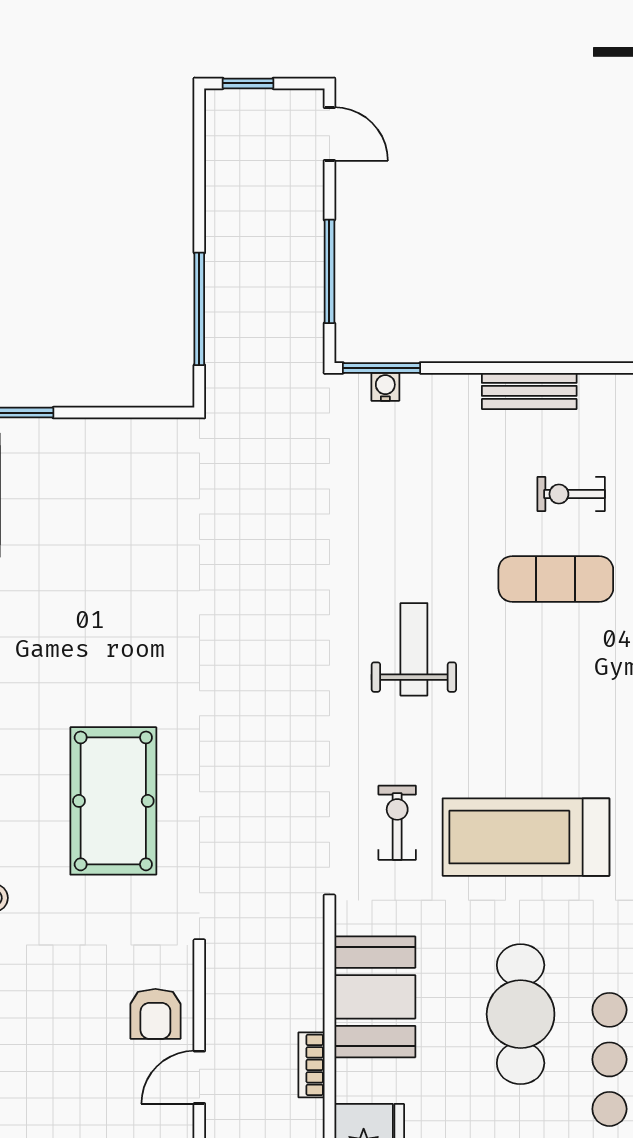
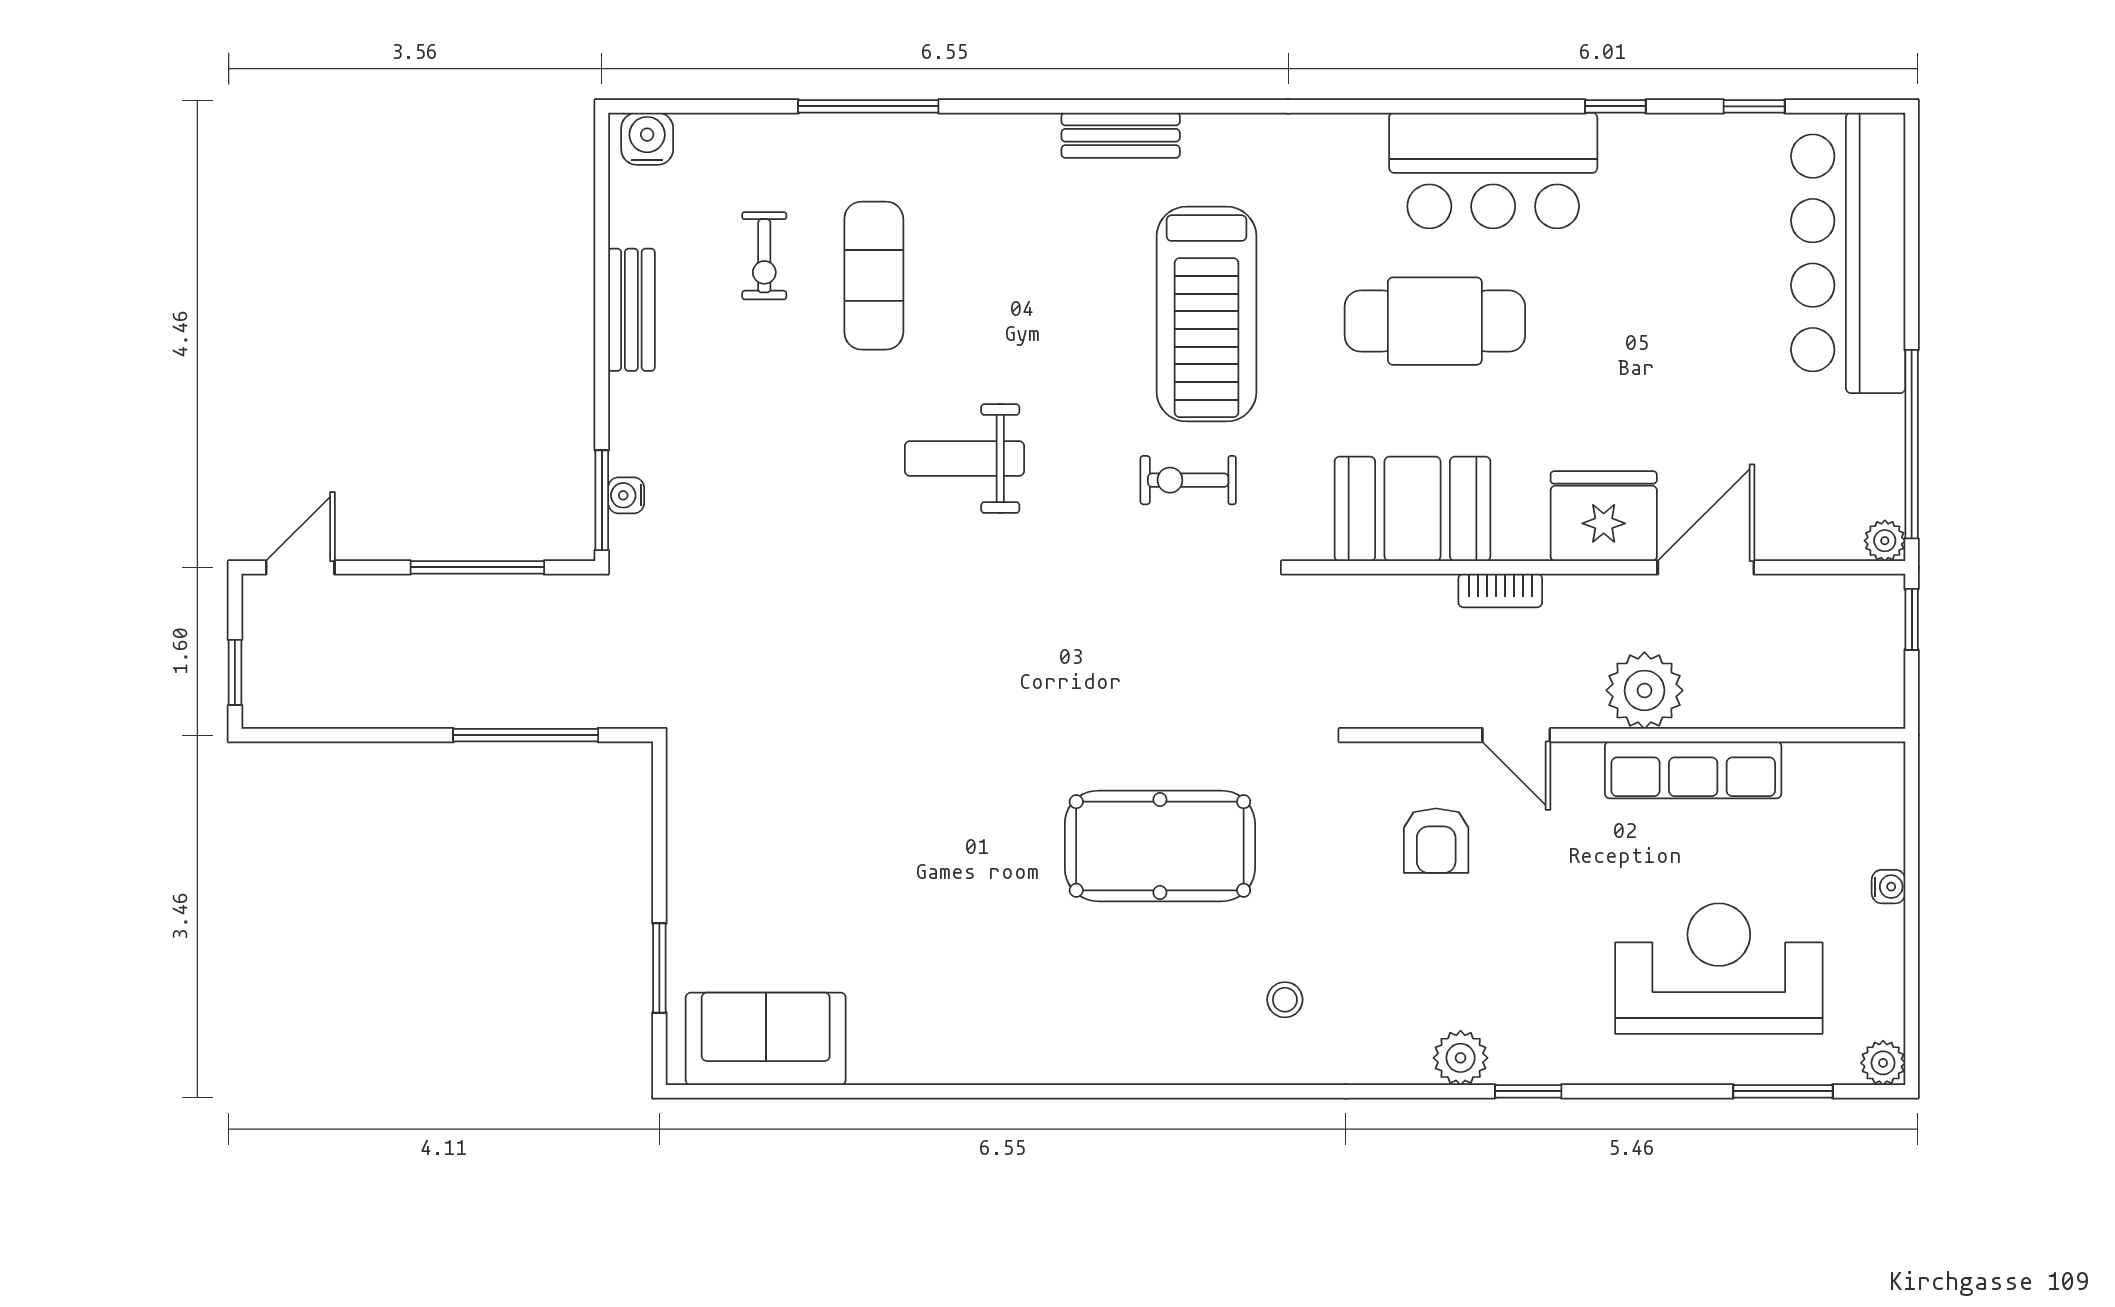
armchair: (155, 1014) -> (1436, 841), moved, turned 90

